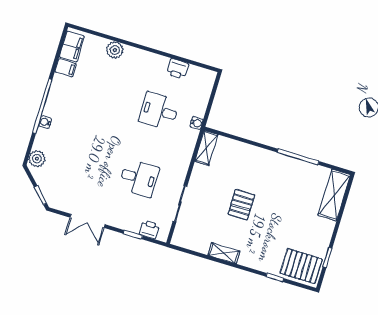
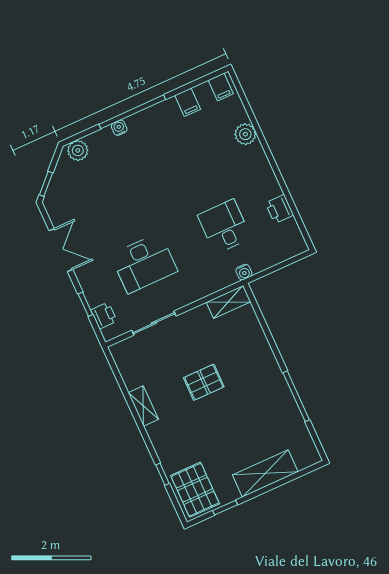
filing cabinet: (72, 47) -> (221, 87), width x0.50
desk: (139, 178) -> (144, 263), width x1.37
shelving: (334, 195) -> (265, 473), moved
double door: (88, 221) -> (61, 250), swing flipped

